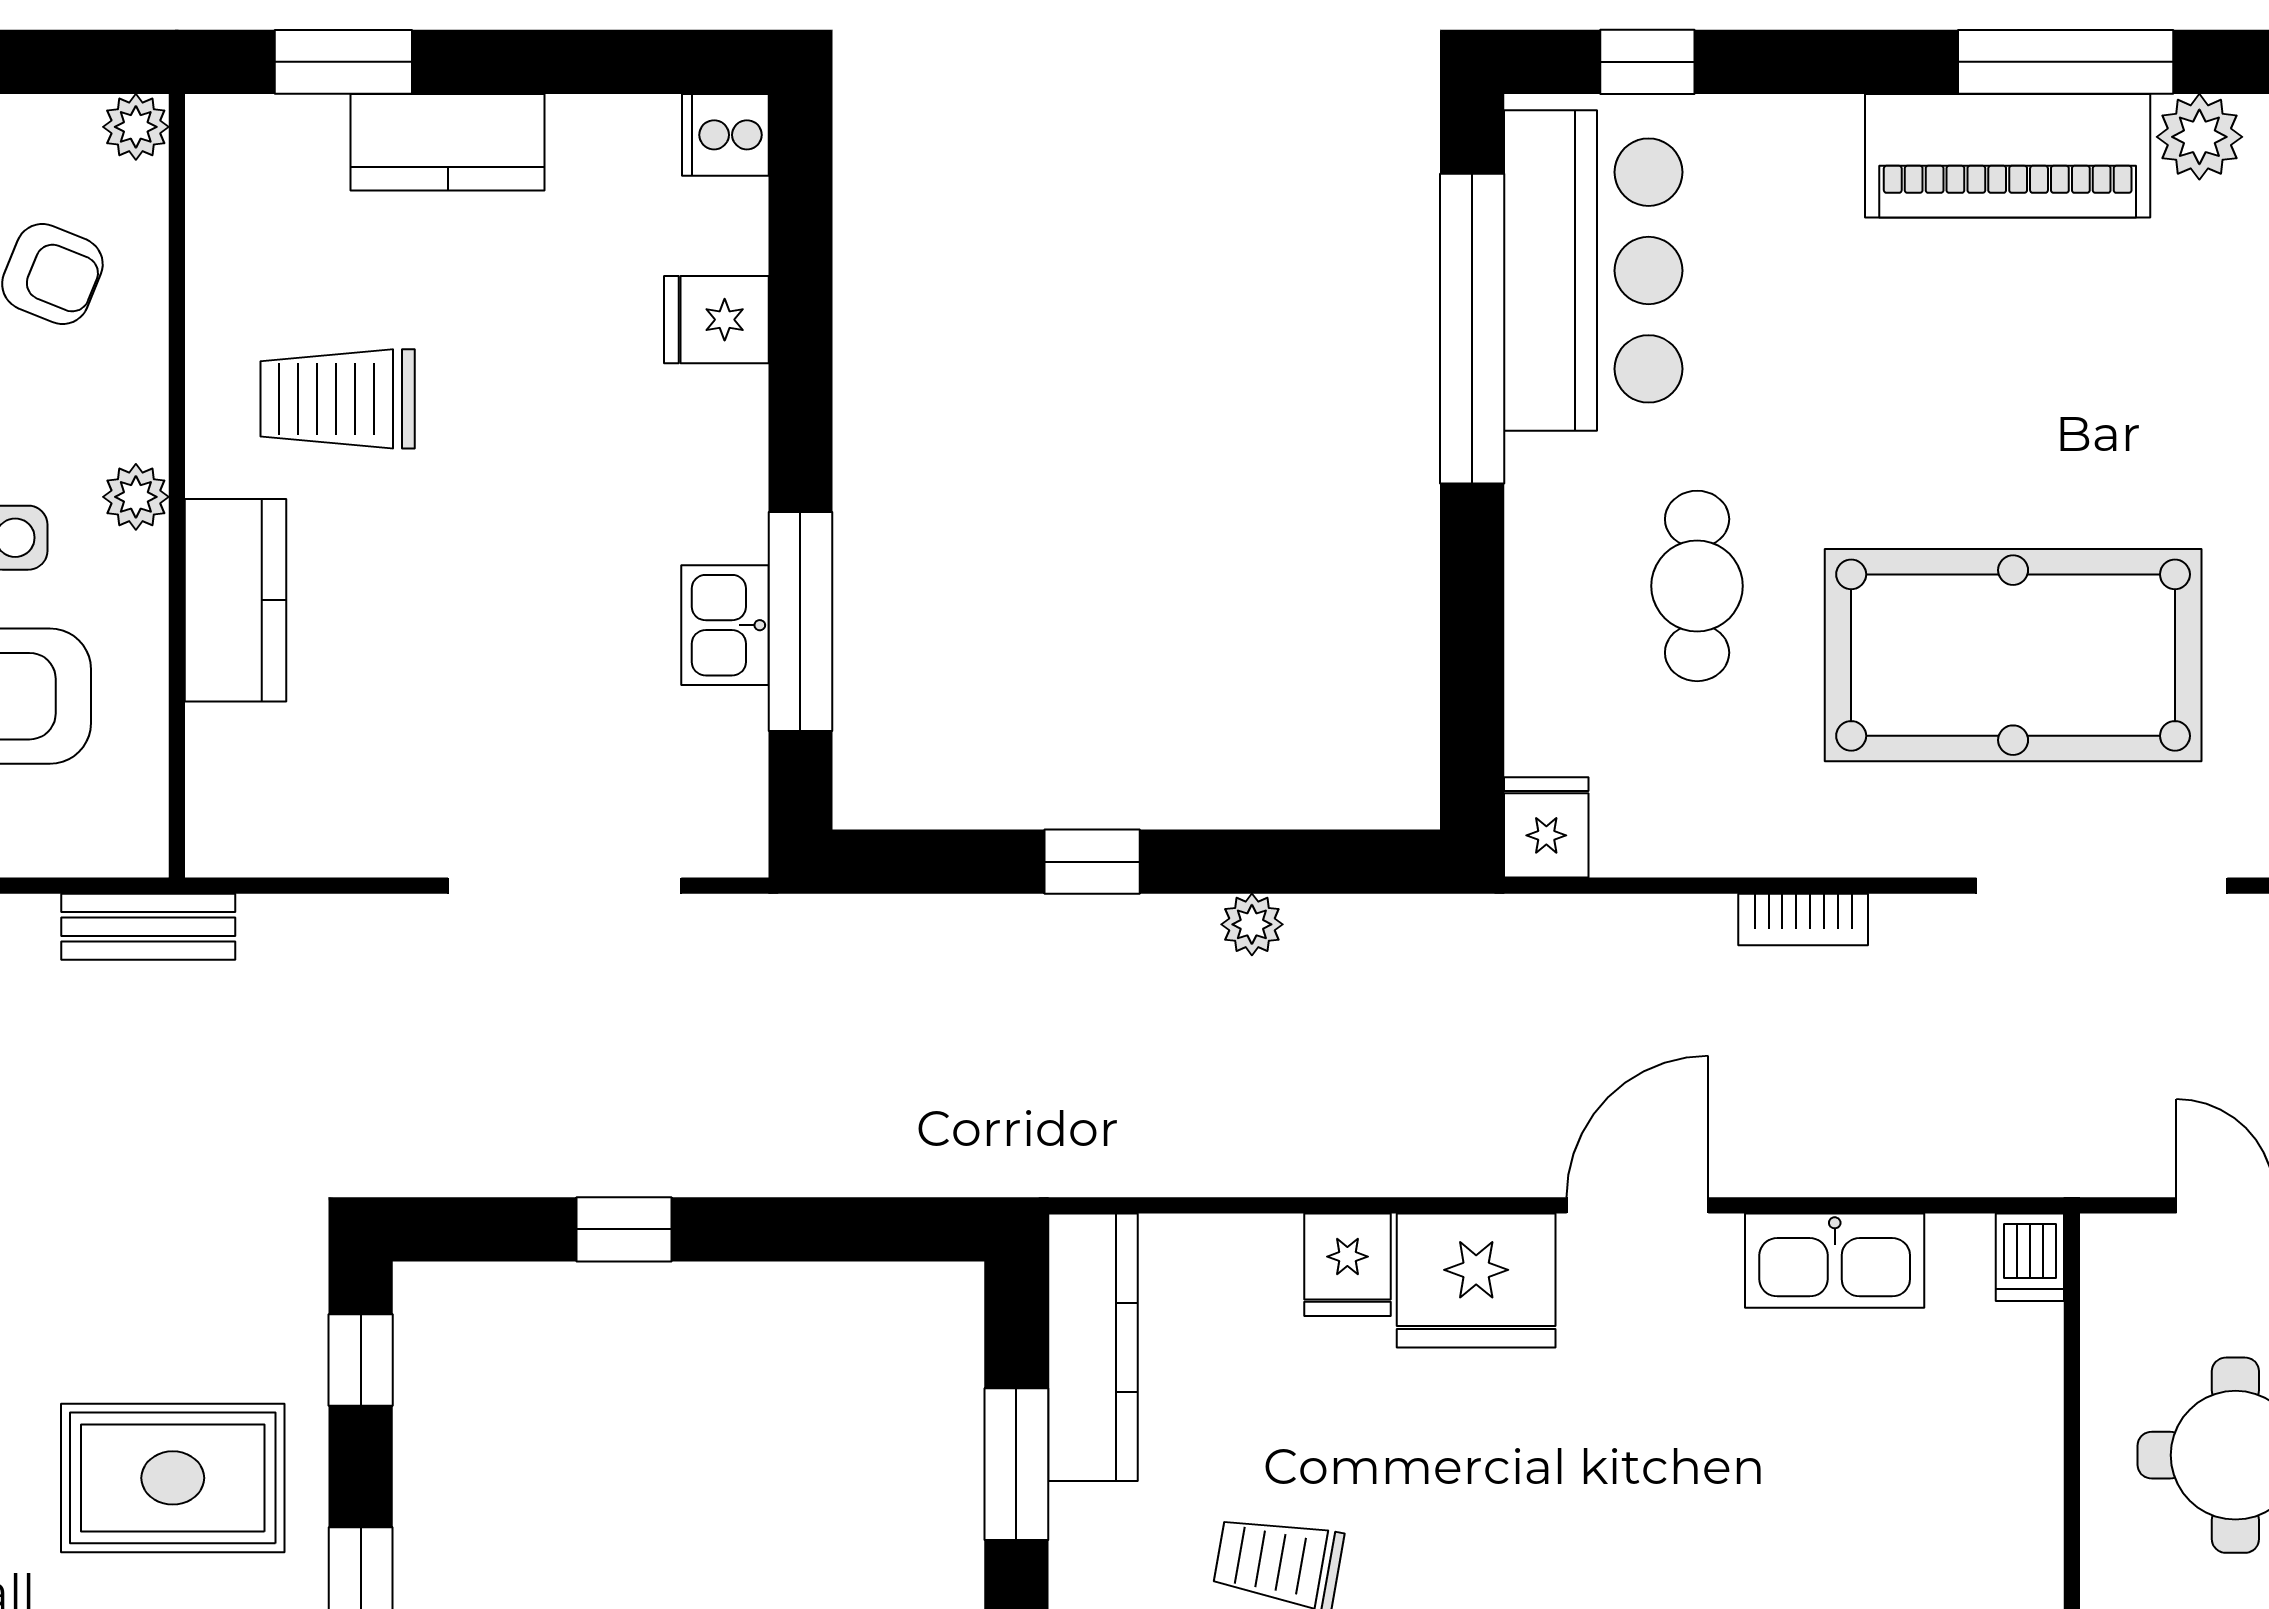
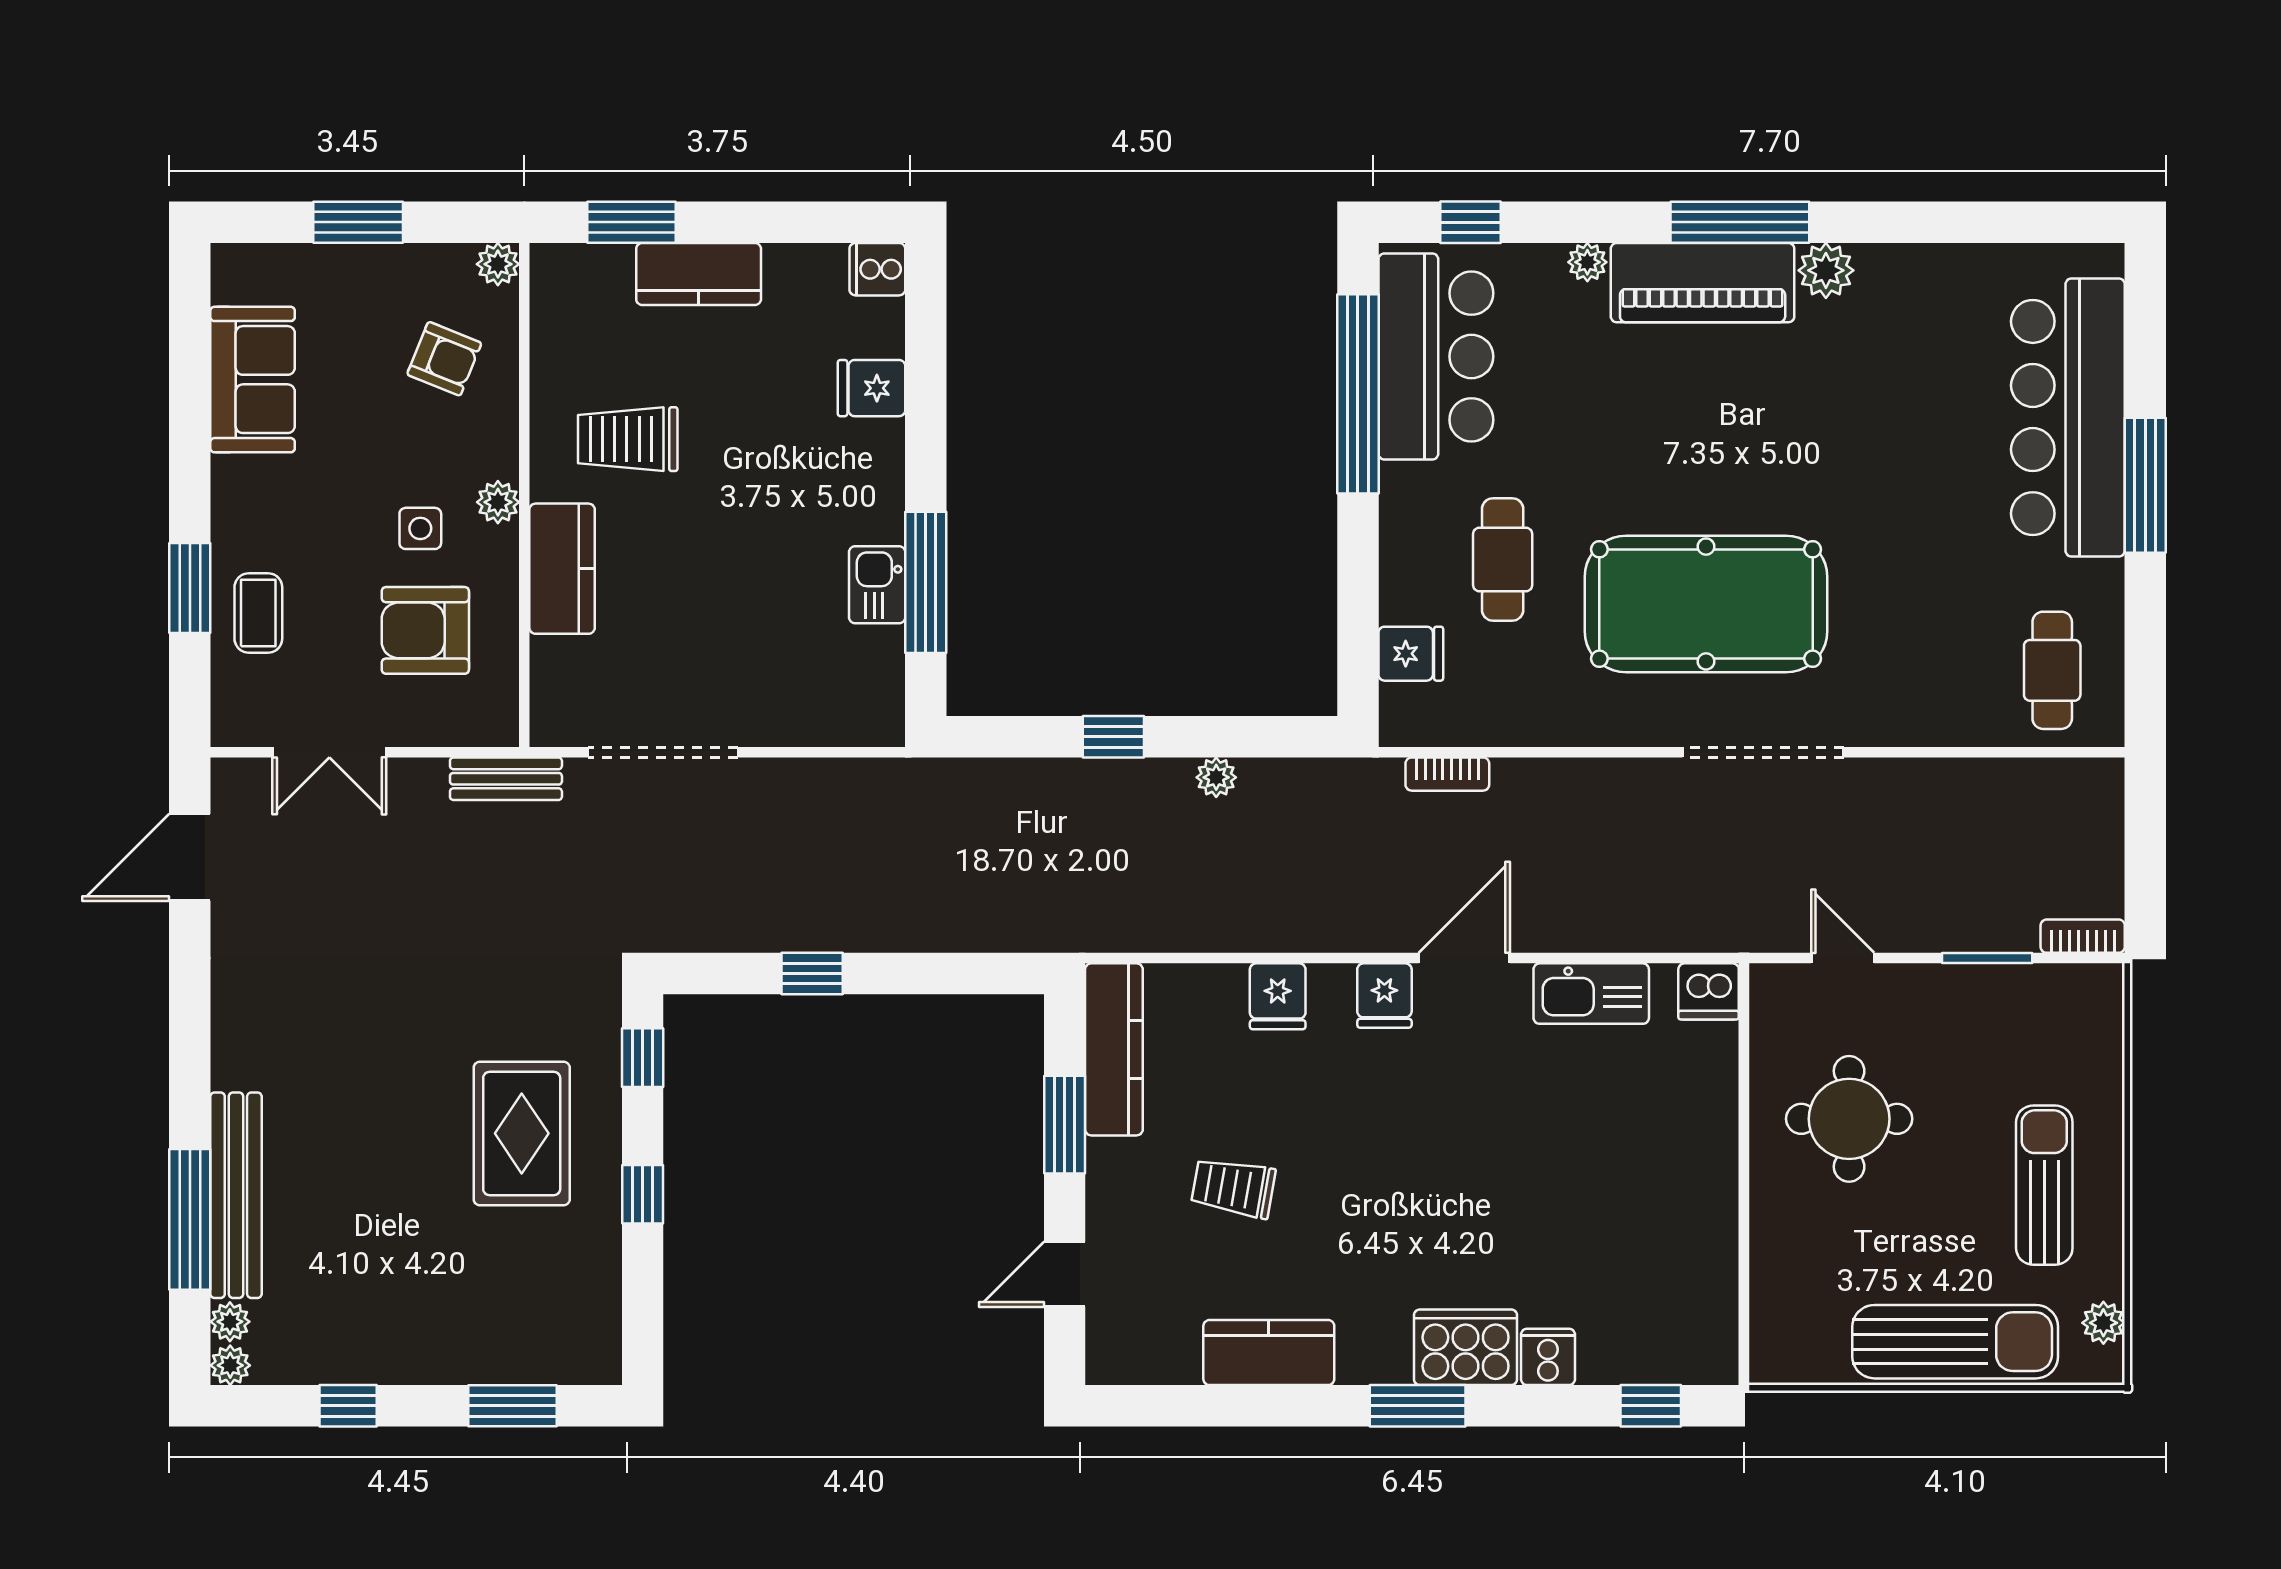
plant: (1829, 124) -> (1587, 262), added
fridge: (1546, 827) -> (1411, 654), moved, turned 90
doorway: (565, 886) -> (663, 752), moved
bookcase: (1803, 919) -> (1447, 774), moved
dishwasher: (2030, 1257) -> (1709, 991), width x1.38
fridge: (1476, 1281) -> (1384, 996), width x0.53, depth x0.75
rug: (173, 1478) -> (522, 1133), turned 90

